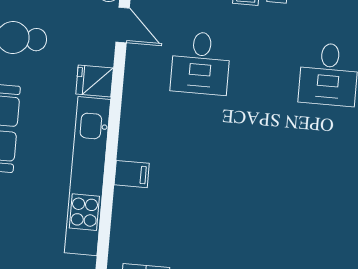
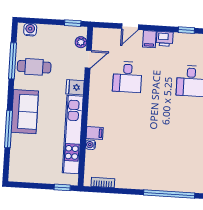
door: (123, 25) -> (88, 59), hinge flipped
water cooler: (123, 198) -> (91, 145), added

